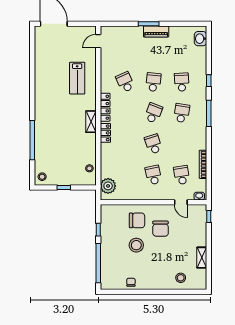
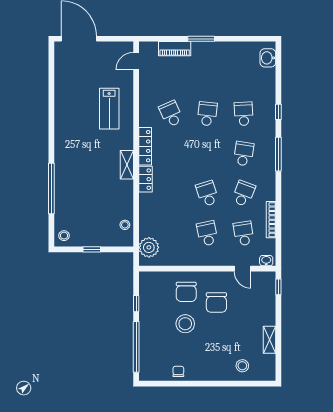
piano: (156, 31) -> (175, 49), moved
school desk: (153, 113) -> (244, 194), moved
chair: (137, 220) -> (186, 292), turned 90

